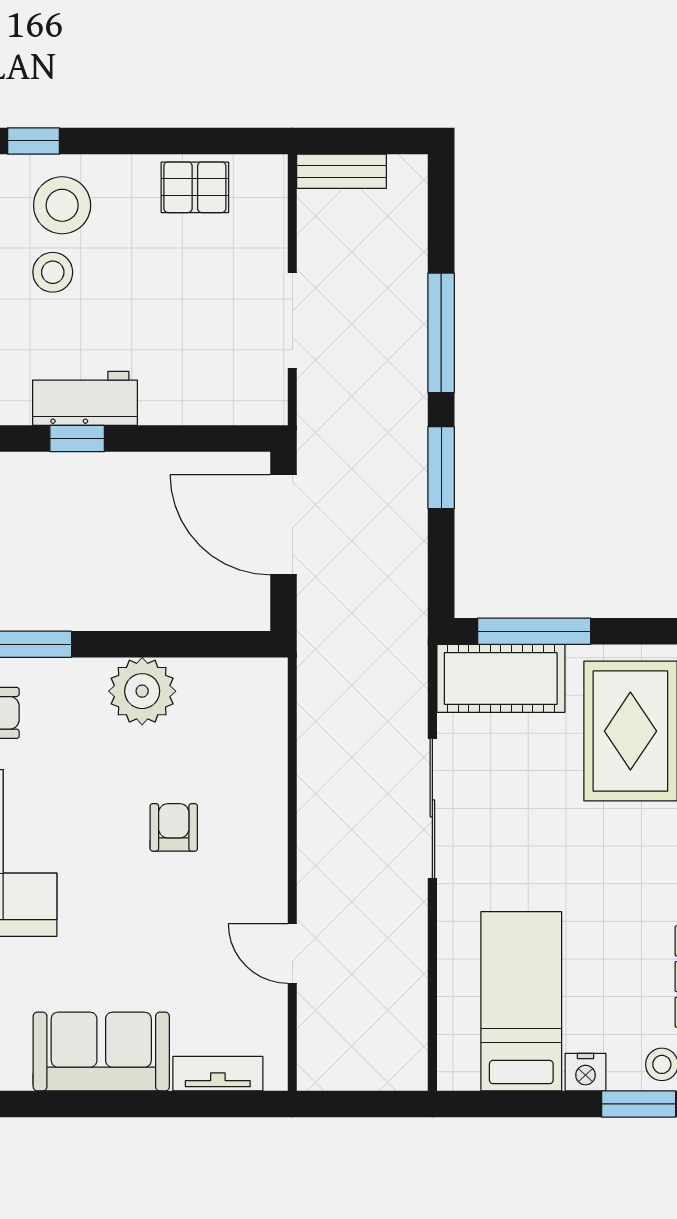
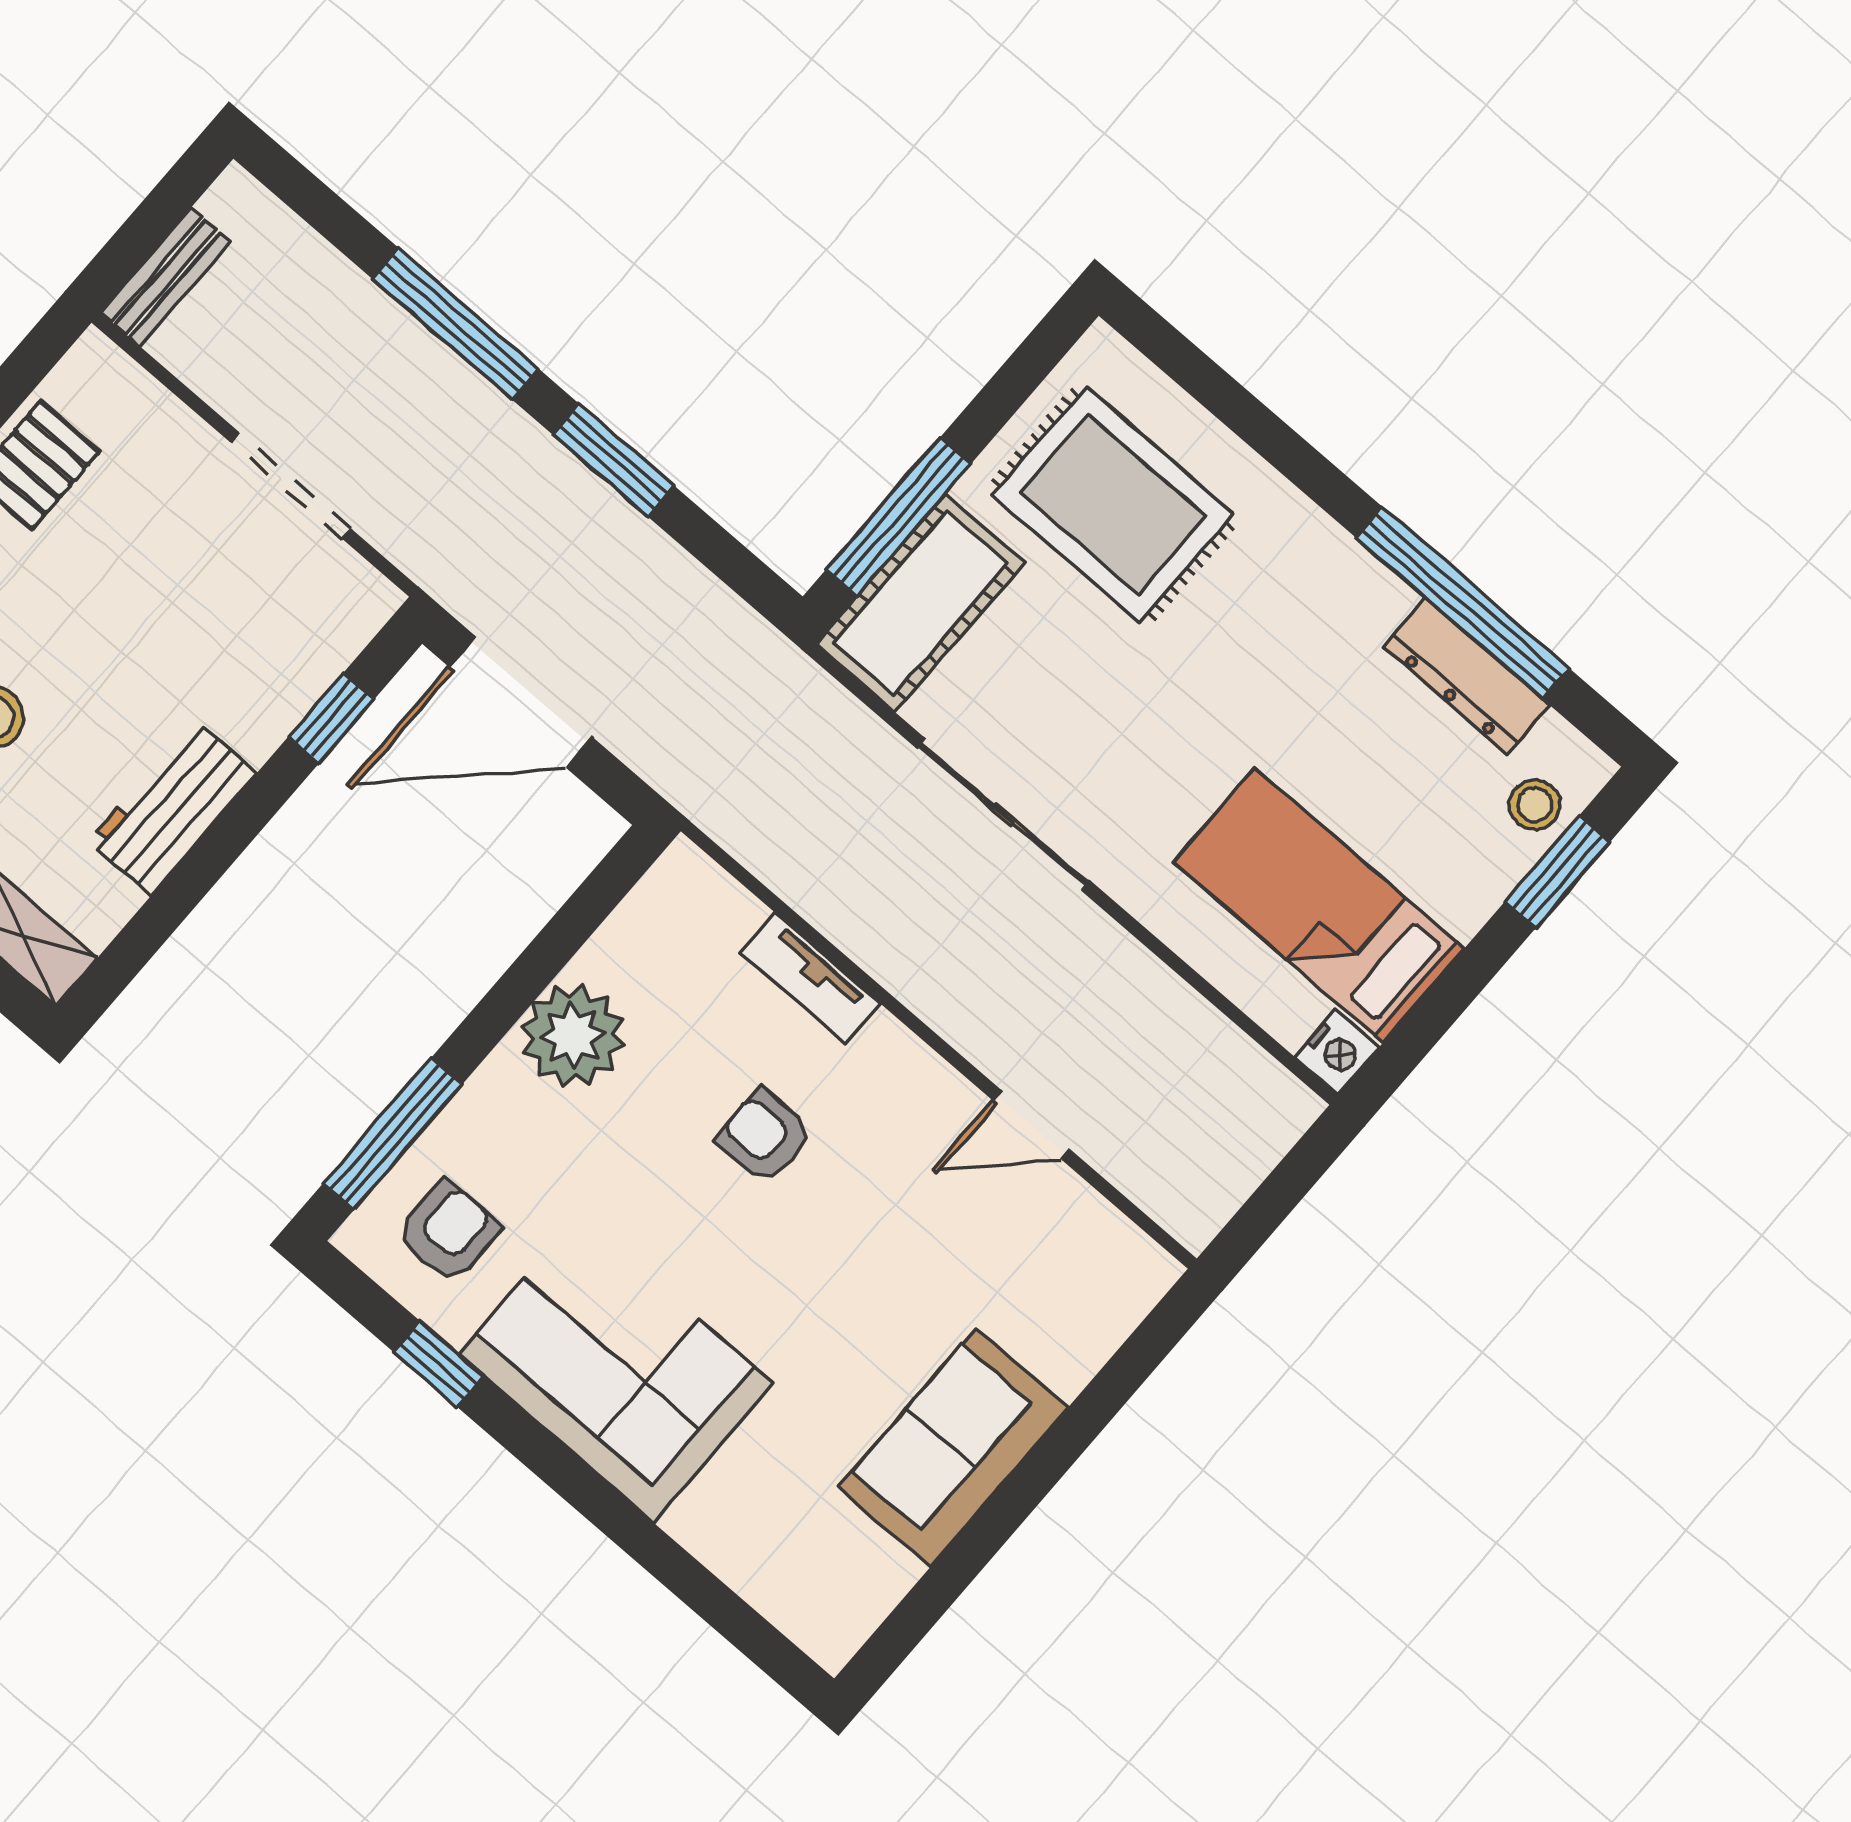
window: (77, 439) -> (331, 718), moved
nightstand: (585, 1072) -> (1337, 1052), moved
tv unit: (218, 1074) -> (810, 978), moved, turned -90

